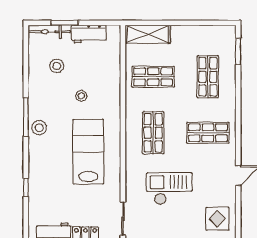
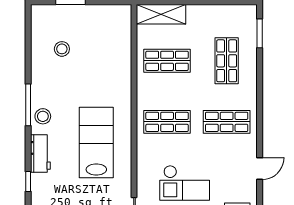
bicycle: (49, 32) -> (54, 12), removed
workbench: (89, 34) -> (40, 154), moved, turned -90
stool: (81, 96) -> (89, 82), removed
shop shelf: (153, 133) -> (167, 122), turned 90
checkout: (169, 189) -> (185, 183), turned 180

